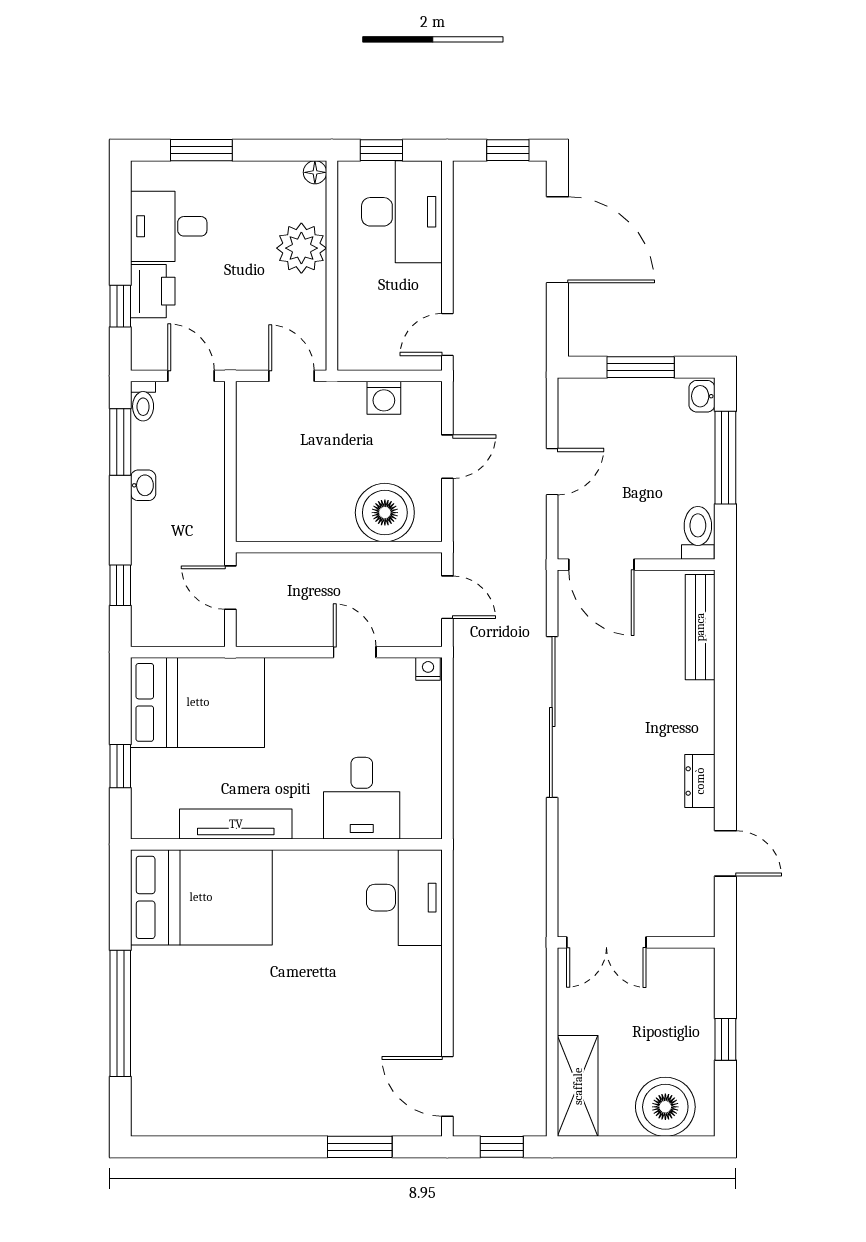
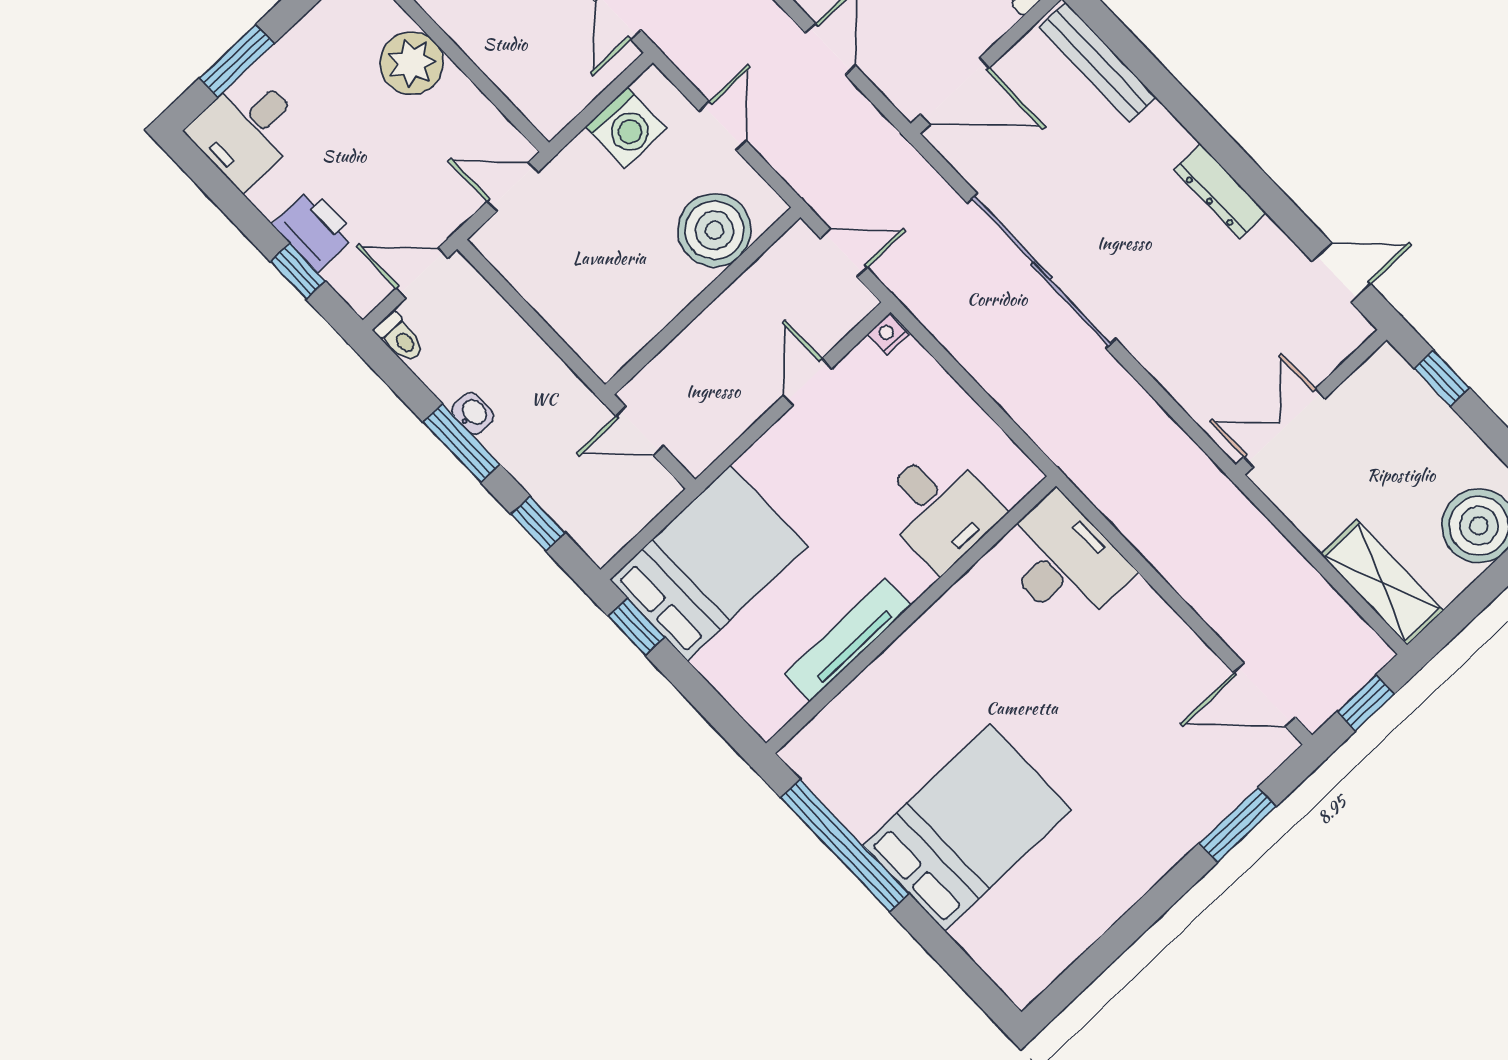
desk: (169, 226) -> (247, 130), moved
washing machine: (384, 398) -> (626, 128), width x1.38, depth x1.38
window: (120, 442) -> (461, 443), moved
door: (355, 652) -> (807, 382), hinge flipped
window: (120, 766) -> (636, 627), moved
dresser: (700, 781) -> (1220, 191), width x1.44
door: (725, 853) -> (1341, 273), moved
bed: (201, 897) -> (967, 827), moved
double door: (606, 942) -> (1284, 428), swing flipped
window: (120, 1013) -> (845, 846), moved
window: (725, 1039) -> (1442, 378), moved

